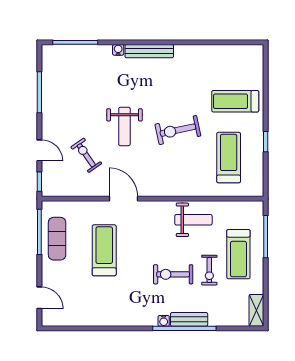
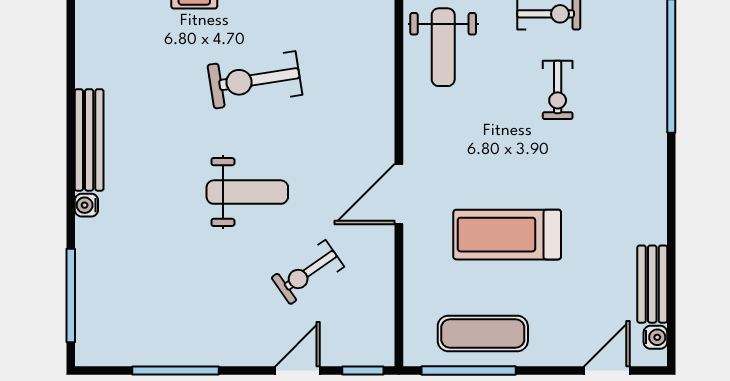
exercise bike: (178, 130) -> (255, 80), turned 93
weight bench: (193, 220) -> (443, 47), turned 180
exercise bike: (173, 274) -> (558, 90), width x0.73, depth x0.72
bench: (189, 319) -> (652, 284), moved
water cooler: (164, 321) -> (655, 337), moved

